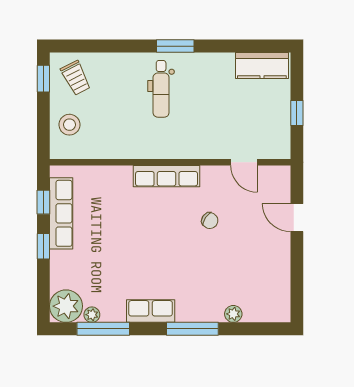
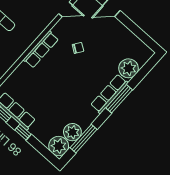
row of seats: (151, 311) -> (109, 94), moved, width x1.48
plant: (233, 314) -> (129, 68), width x1.88, depth x1.88
plant: (92, 315) -> (72, 132), width x1.87, depth x1.87

